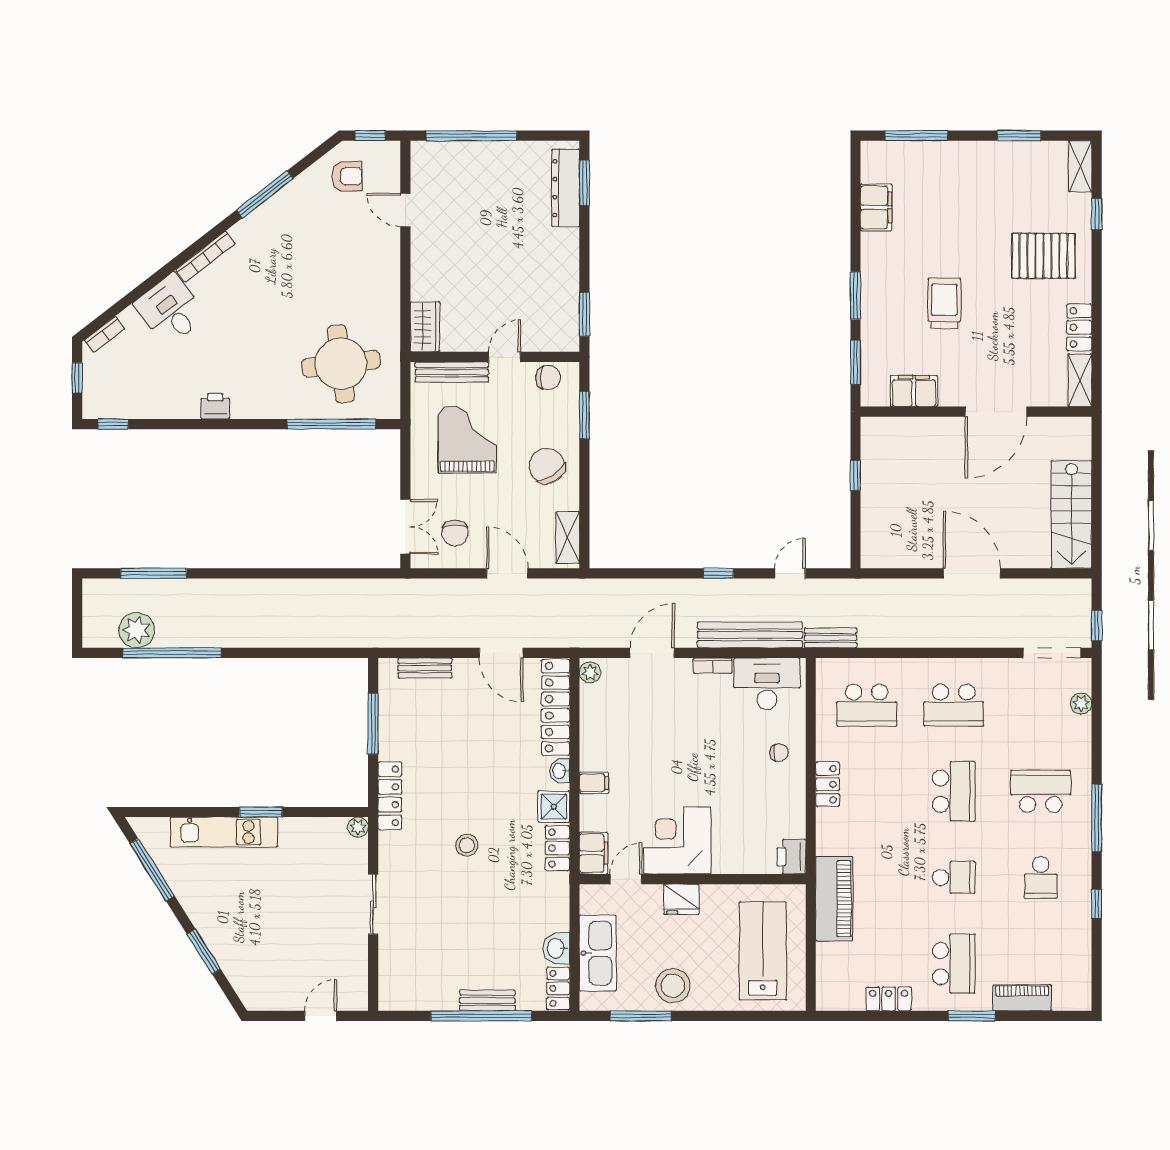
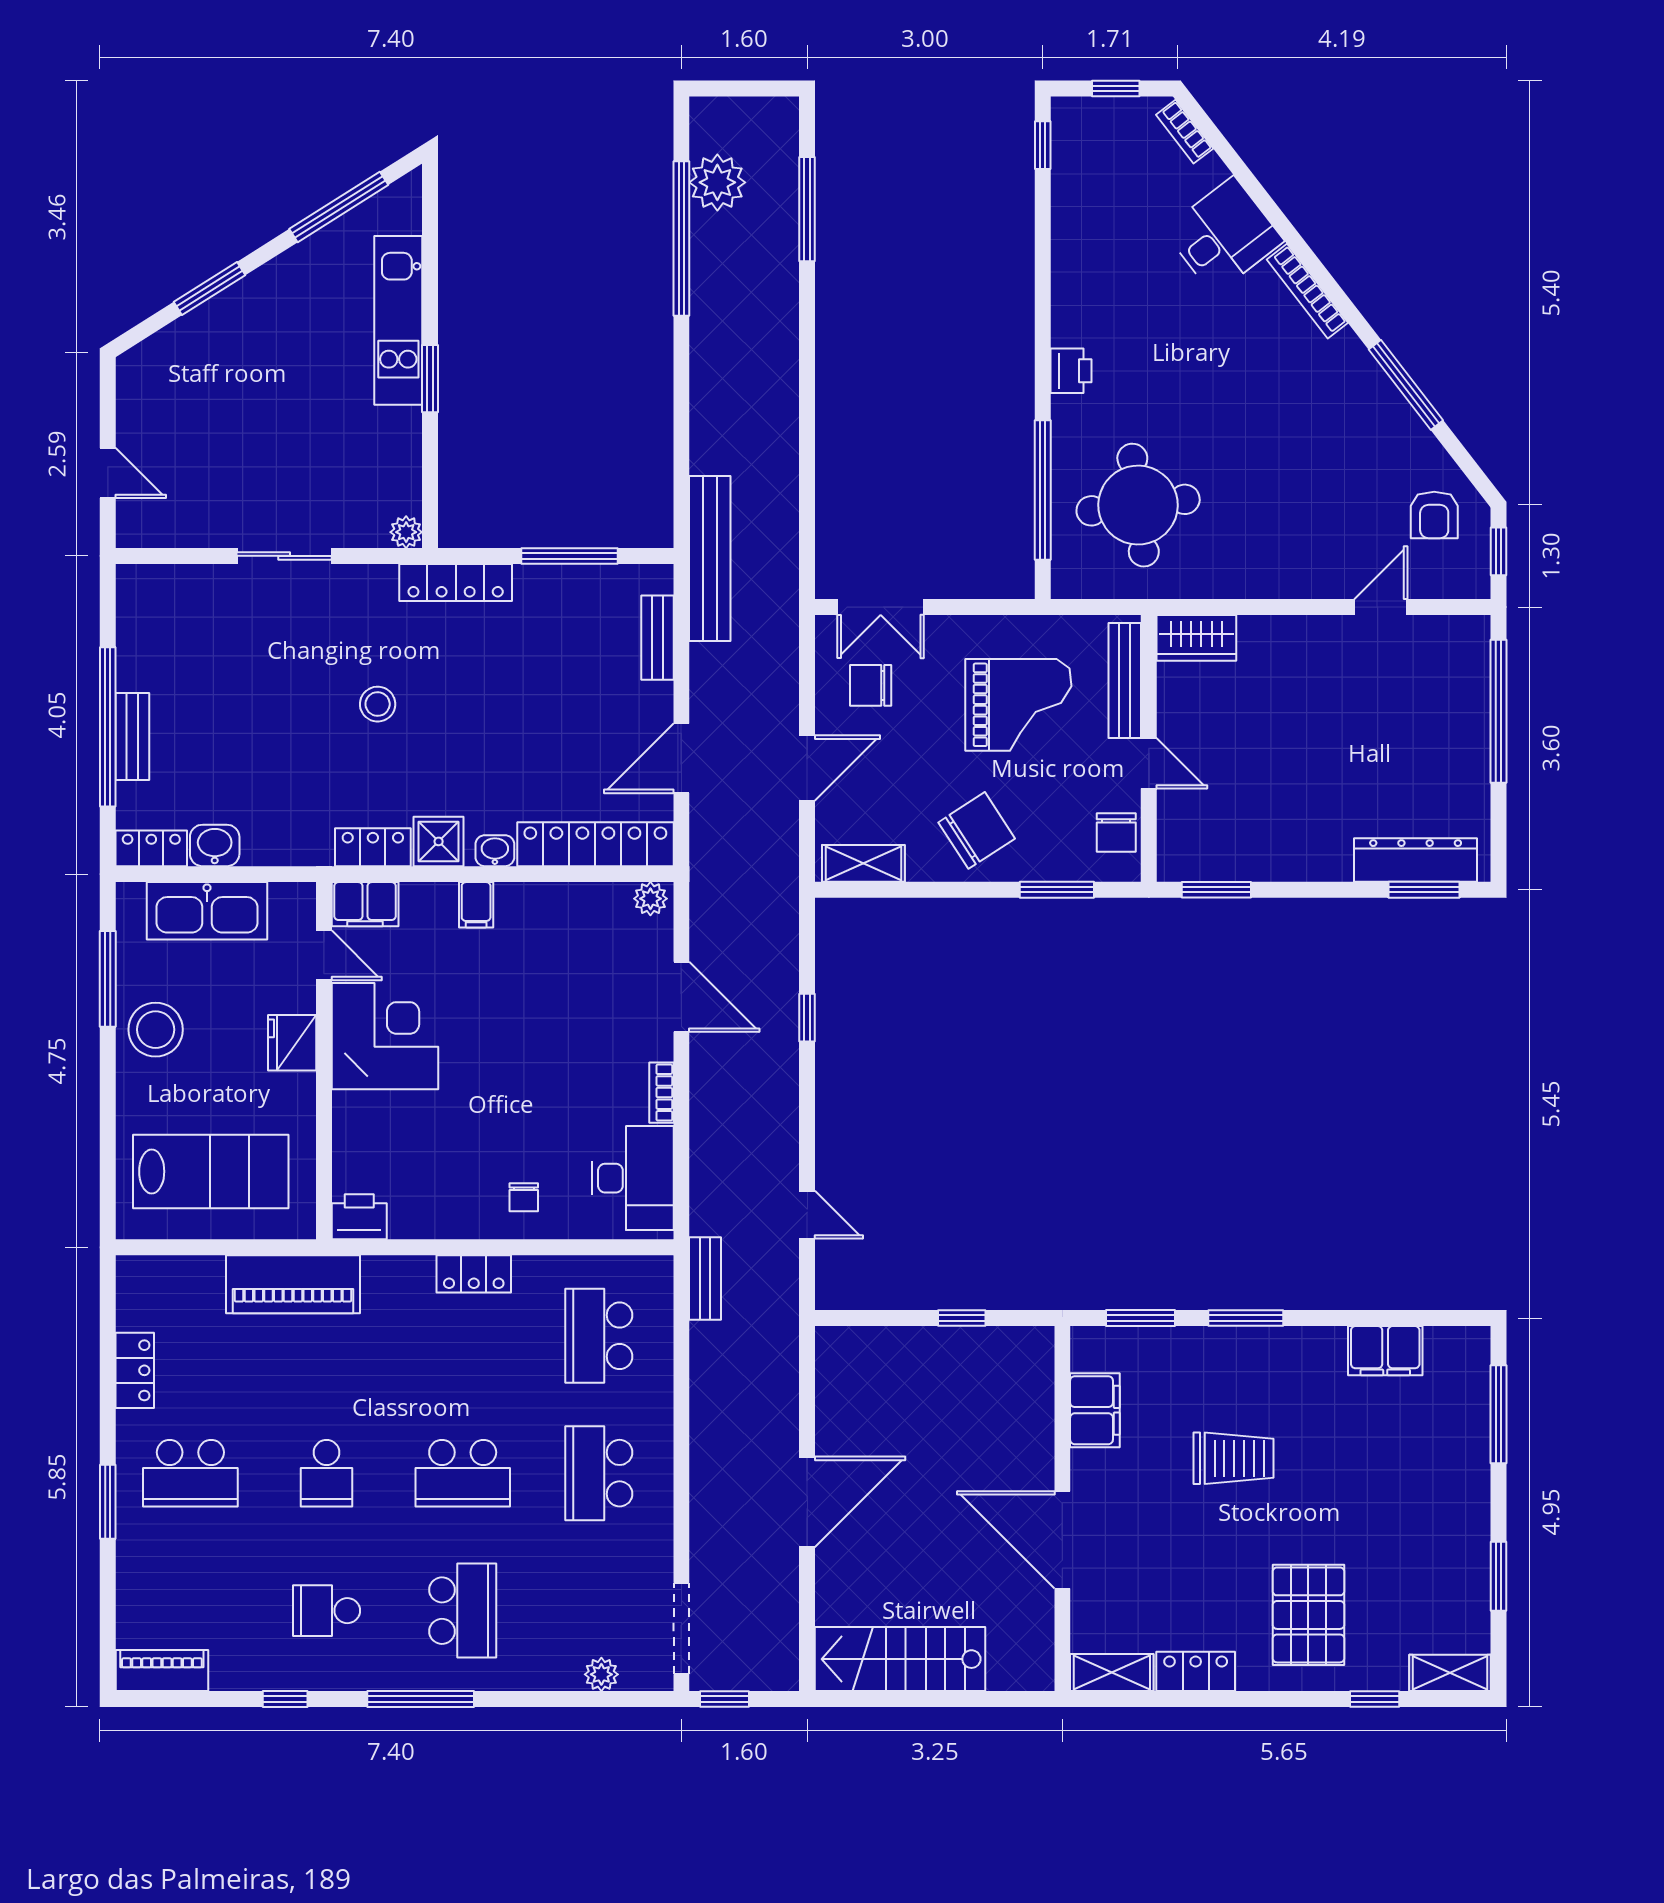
printer: (215, 406) -> (1071, 371), moved
window: (718, 573) -> (807, 1018), moved
bench: (750, 635) -> (710, 559), moved
piano: (1022, 998) -> (162, 1671), moved, turned -90

